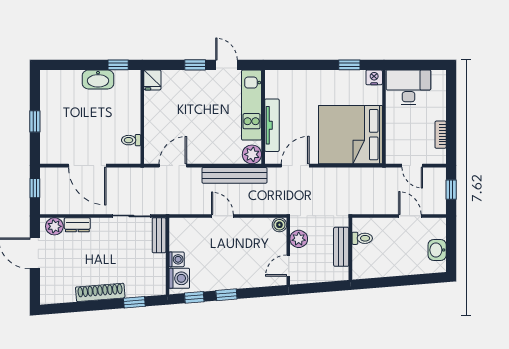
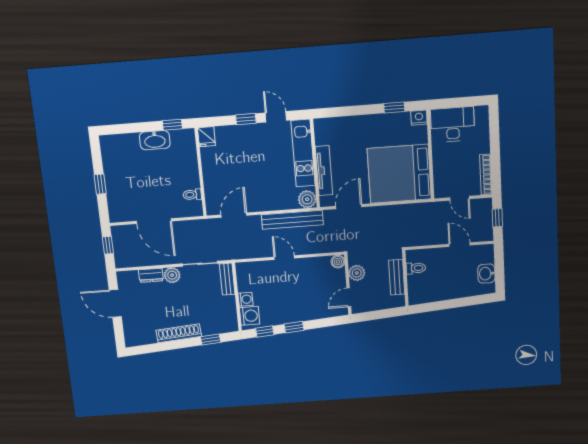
bookcase: (441, 135) -> (486, 175), width x1.56
plant: (54, 226) -> (172, 275), moved

